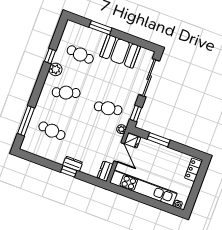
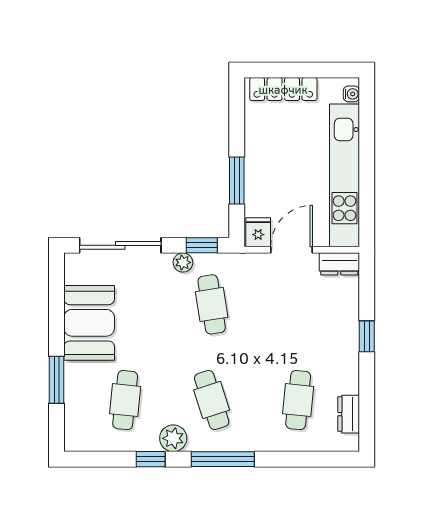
window: (26, 121) -> (223, 459), moved
plant: (121, 129) -> (183, 262), moved
dresser: (73, 164) -> (349, 414), moved
locker: (193, 170) -> (283, 89), width x1.53

